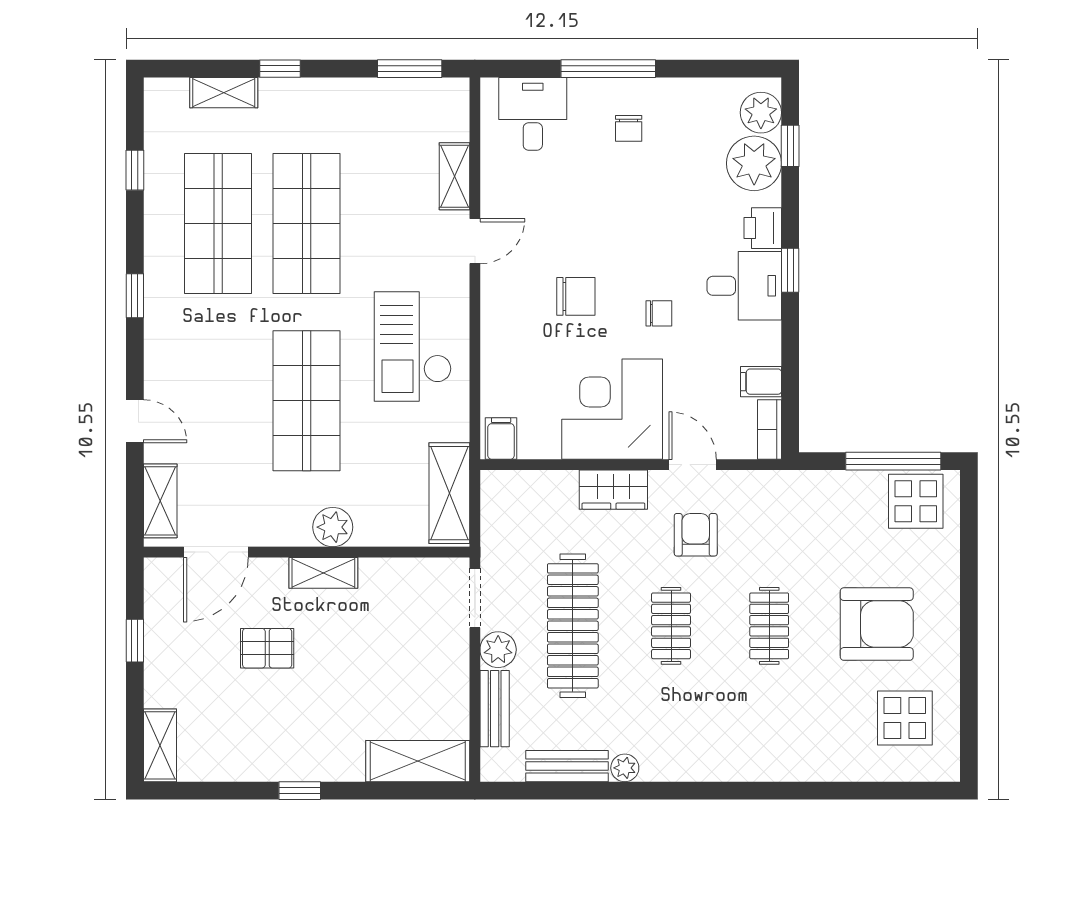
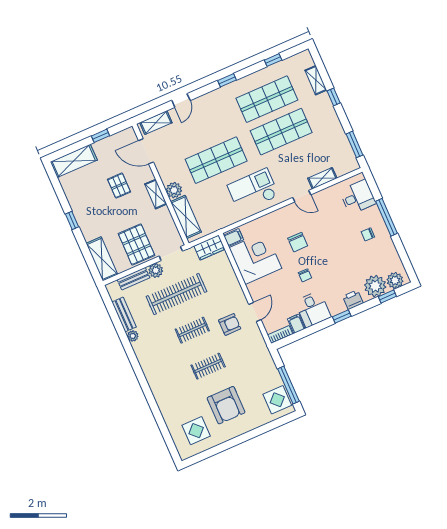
desk: (744, 286) -> (313, 309), moved
corner desk: (612, 409) -> (255, 258), moved
wardrobe: (613, 490) -> (209, 248), moved, turned -90
shelving: (449, 493) -> (186, 217), moved, turned 90
pallet: (420, 667) -> (136, 245), added
shelving: (160, 745) -> (74, 161), width x1.50, depth x1.33

